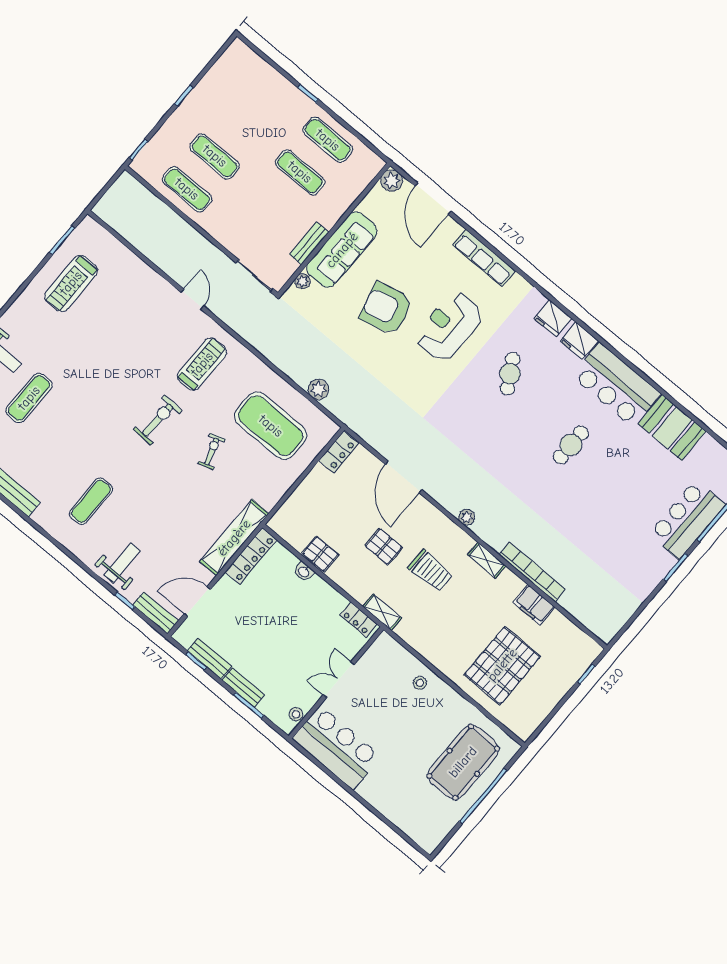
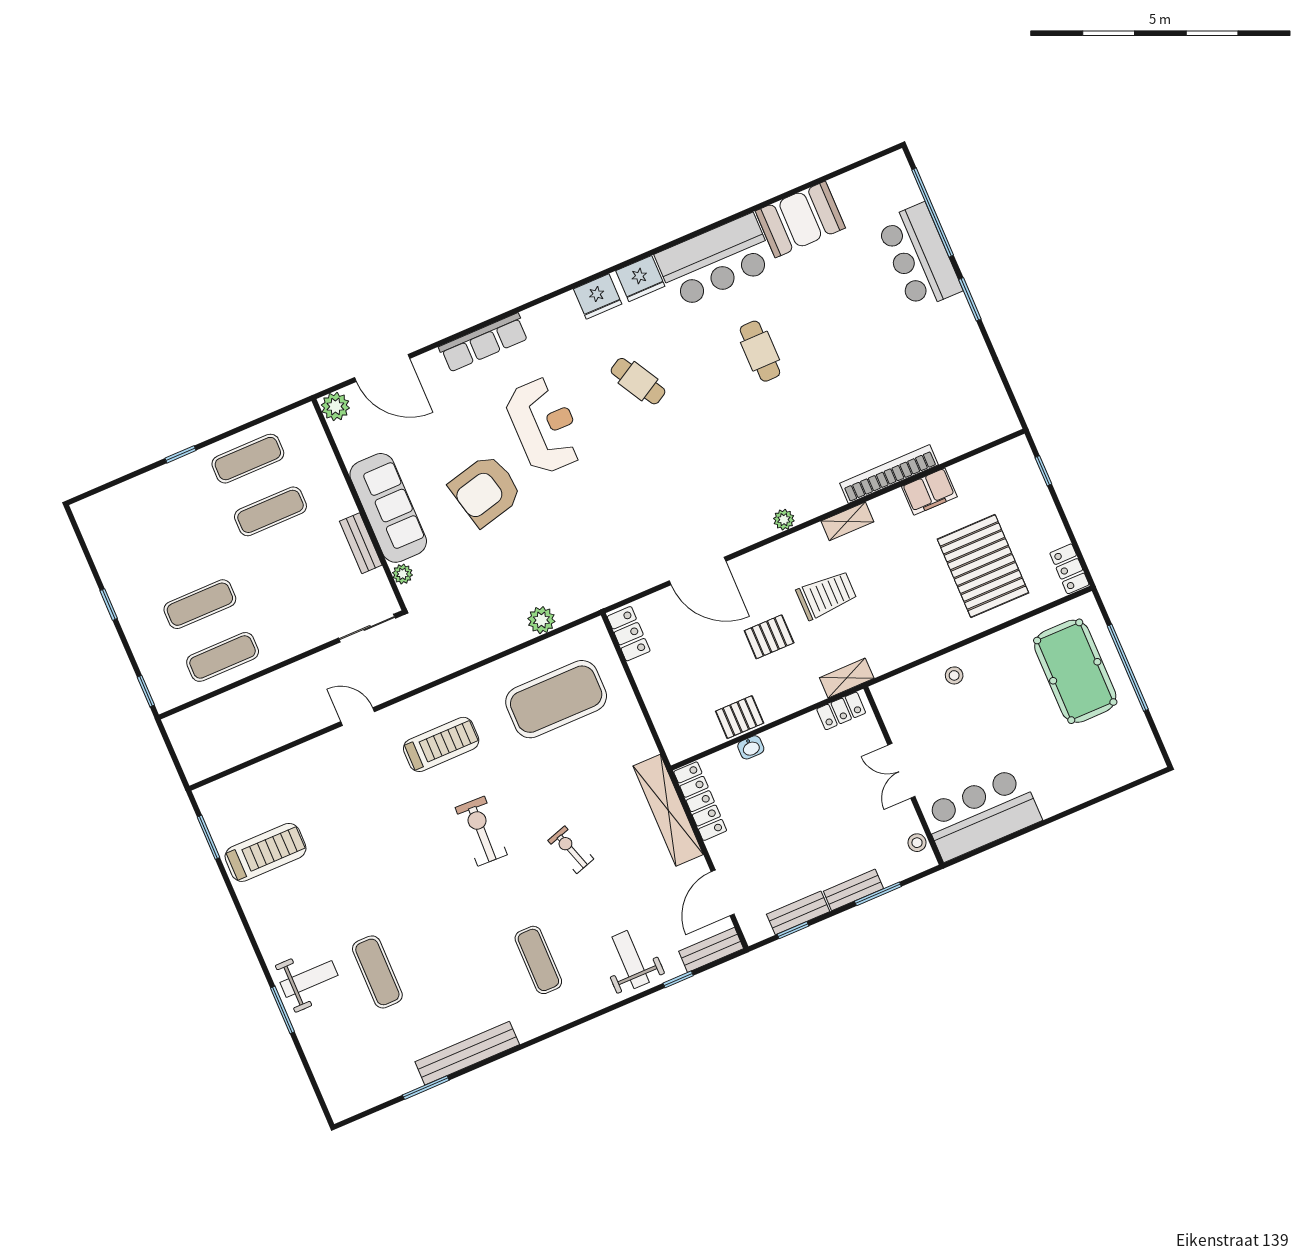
treadmill: (71, 283) -> (265, 852), turned -90
reception desk: (449, 326) -> (545, 425), turned 180
treadmill: (202, 364) -> (441, 744), turned 90
exercise bike: (212, 451) -> (571, 850), moved
locker: (530, 724) -> (1069, 569), added

